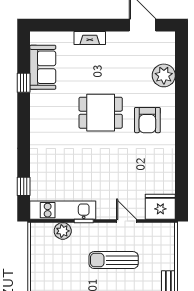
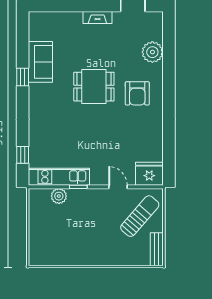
fireplace: (90, 38) -> (97, 17), moved
sofa: (43, 67) -> (40, 62), moved
window: (24, 83) -> (23, 77), moved
sun lounger: (114, 260) -> (140, 216), moved, turned 131

